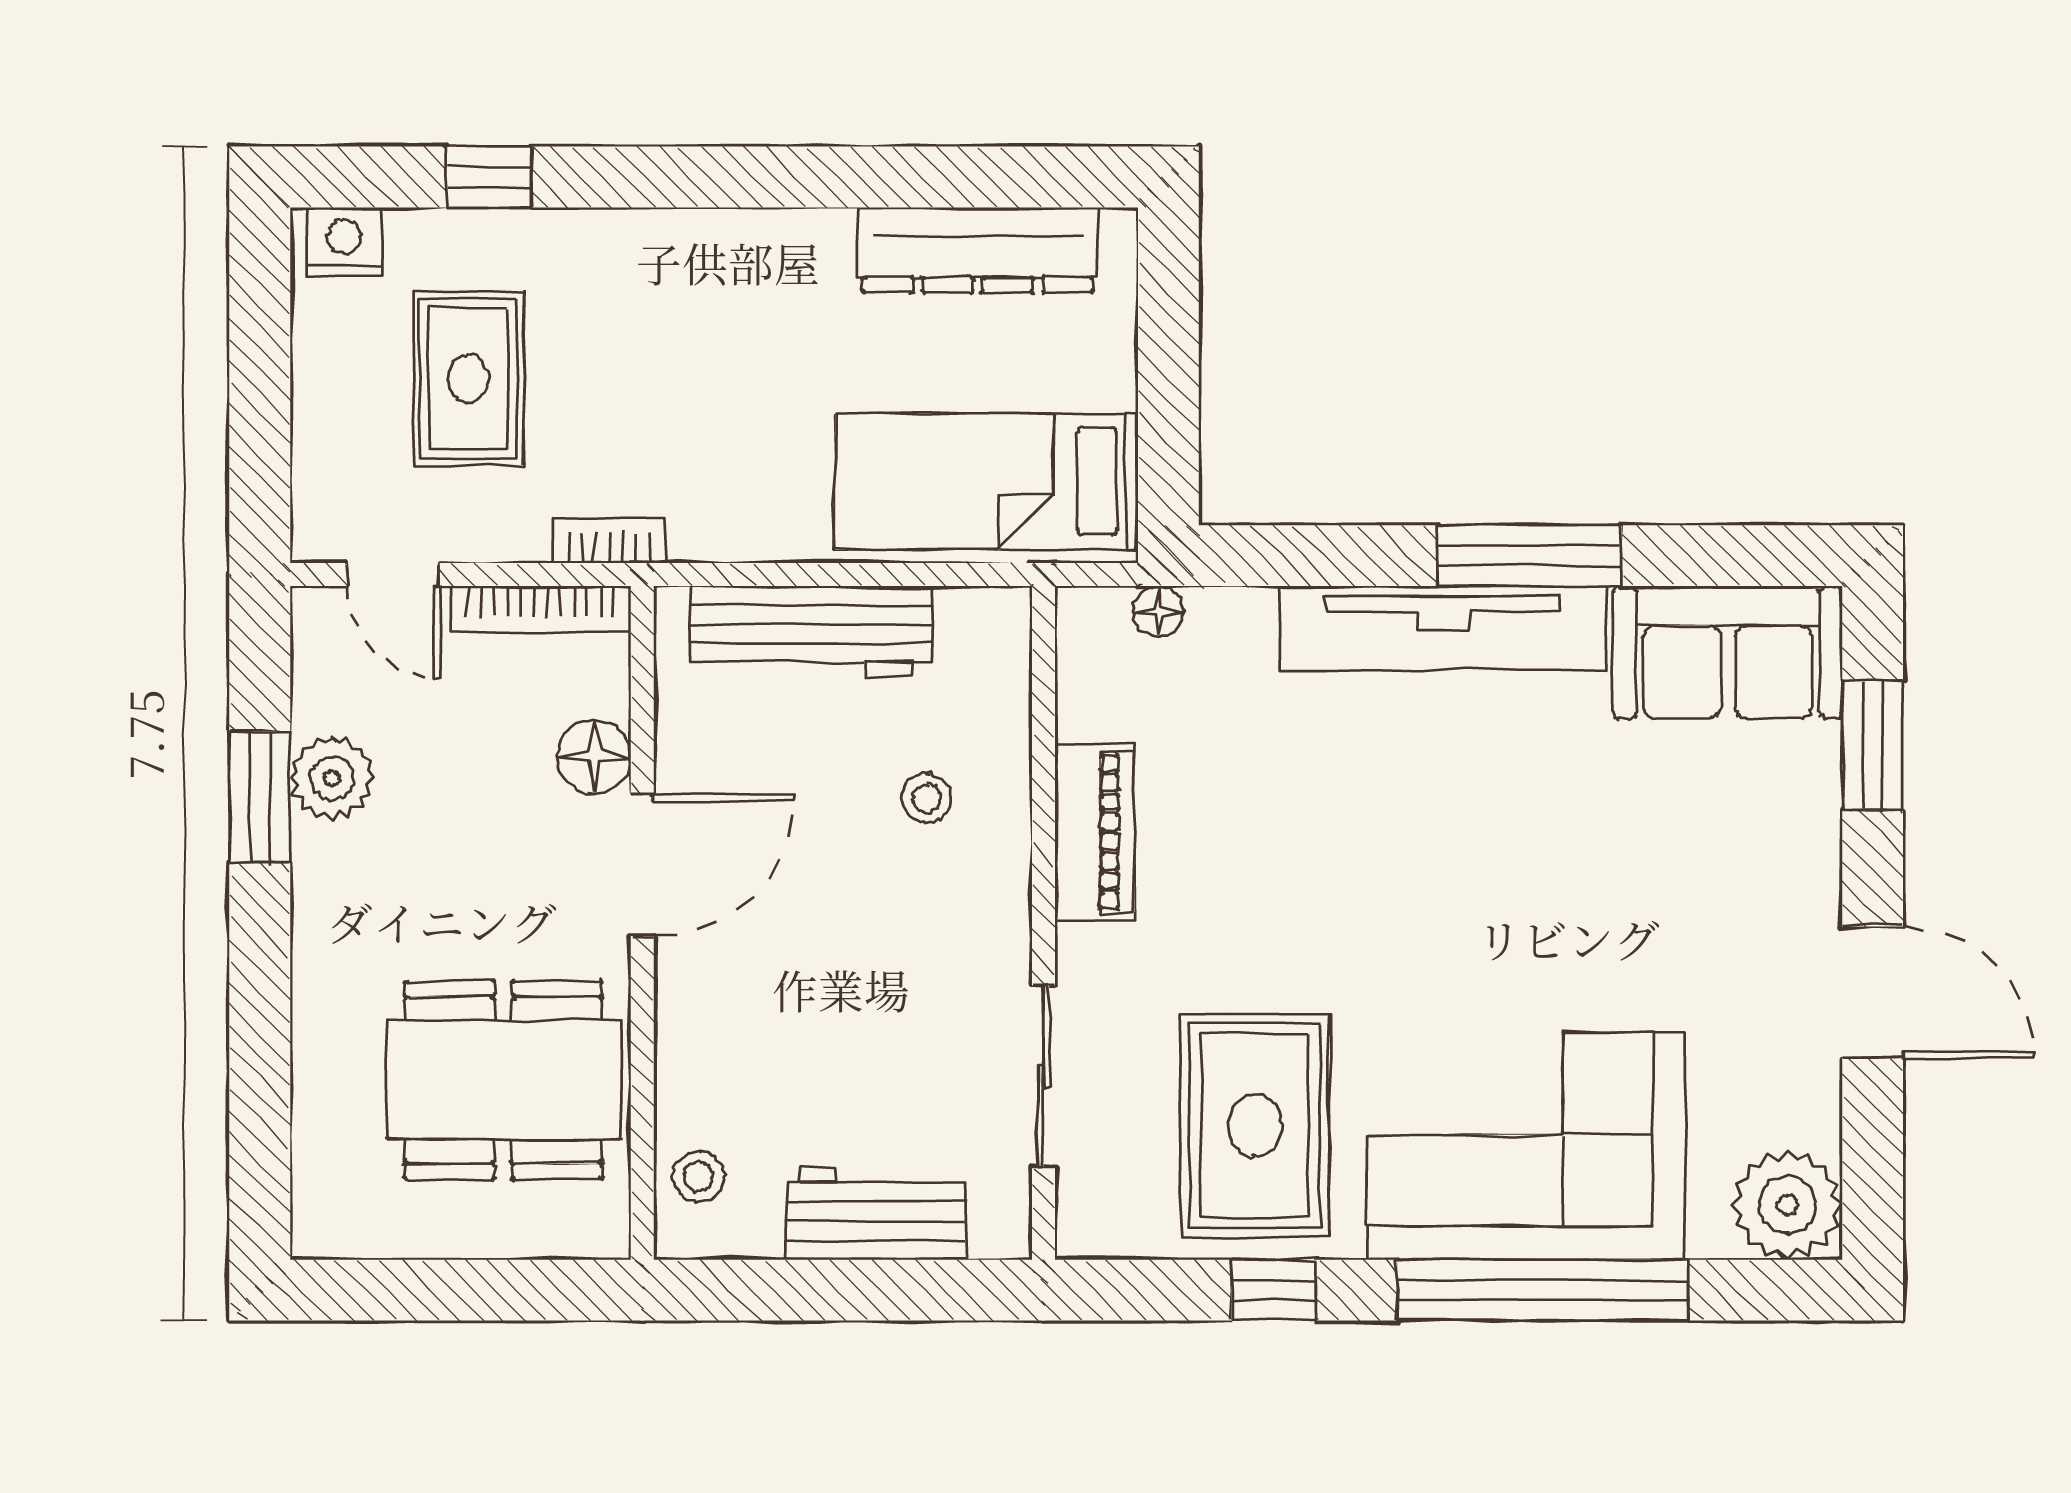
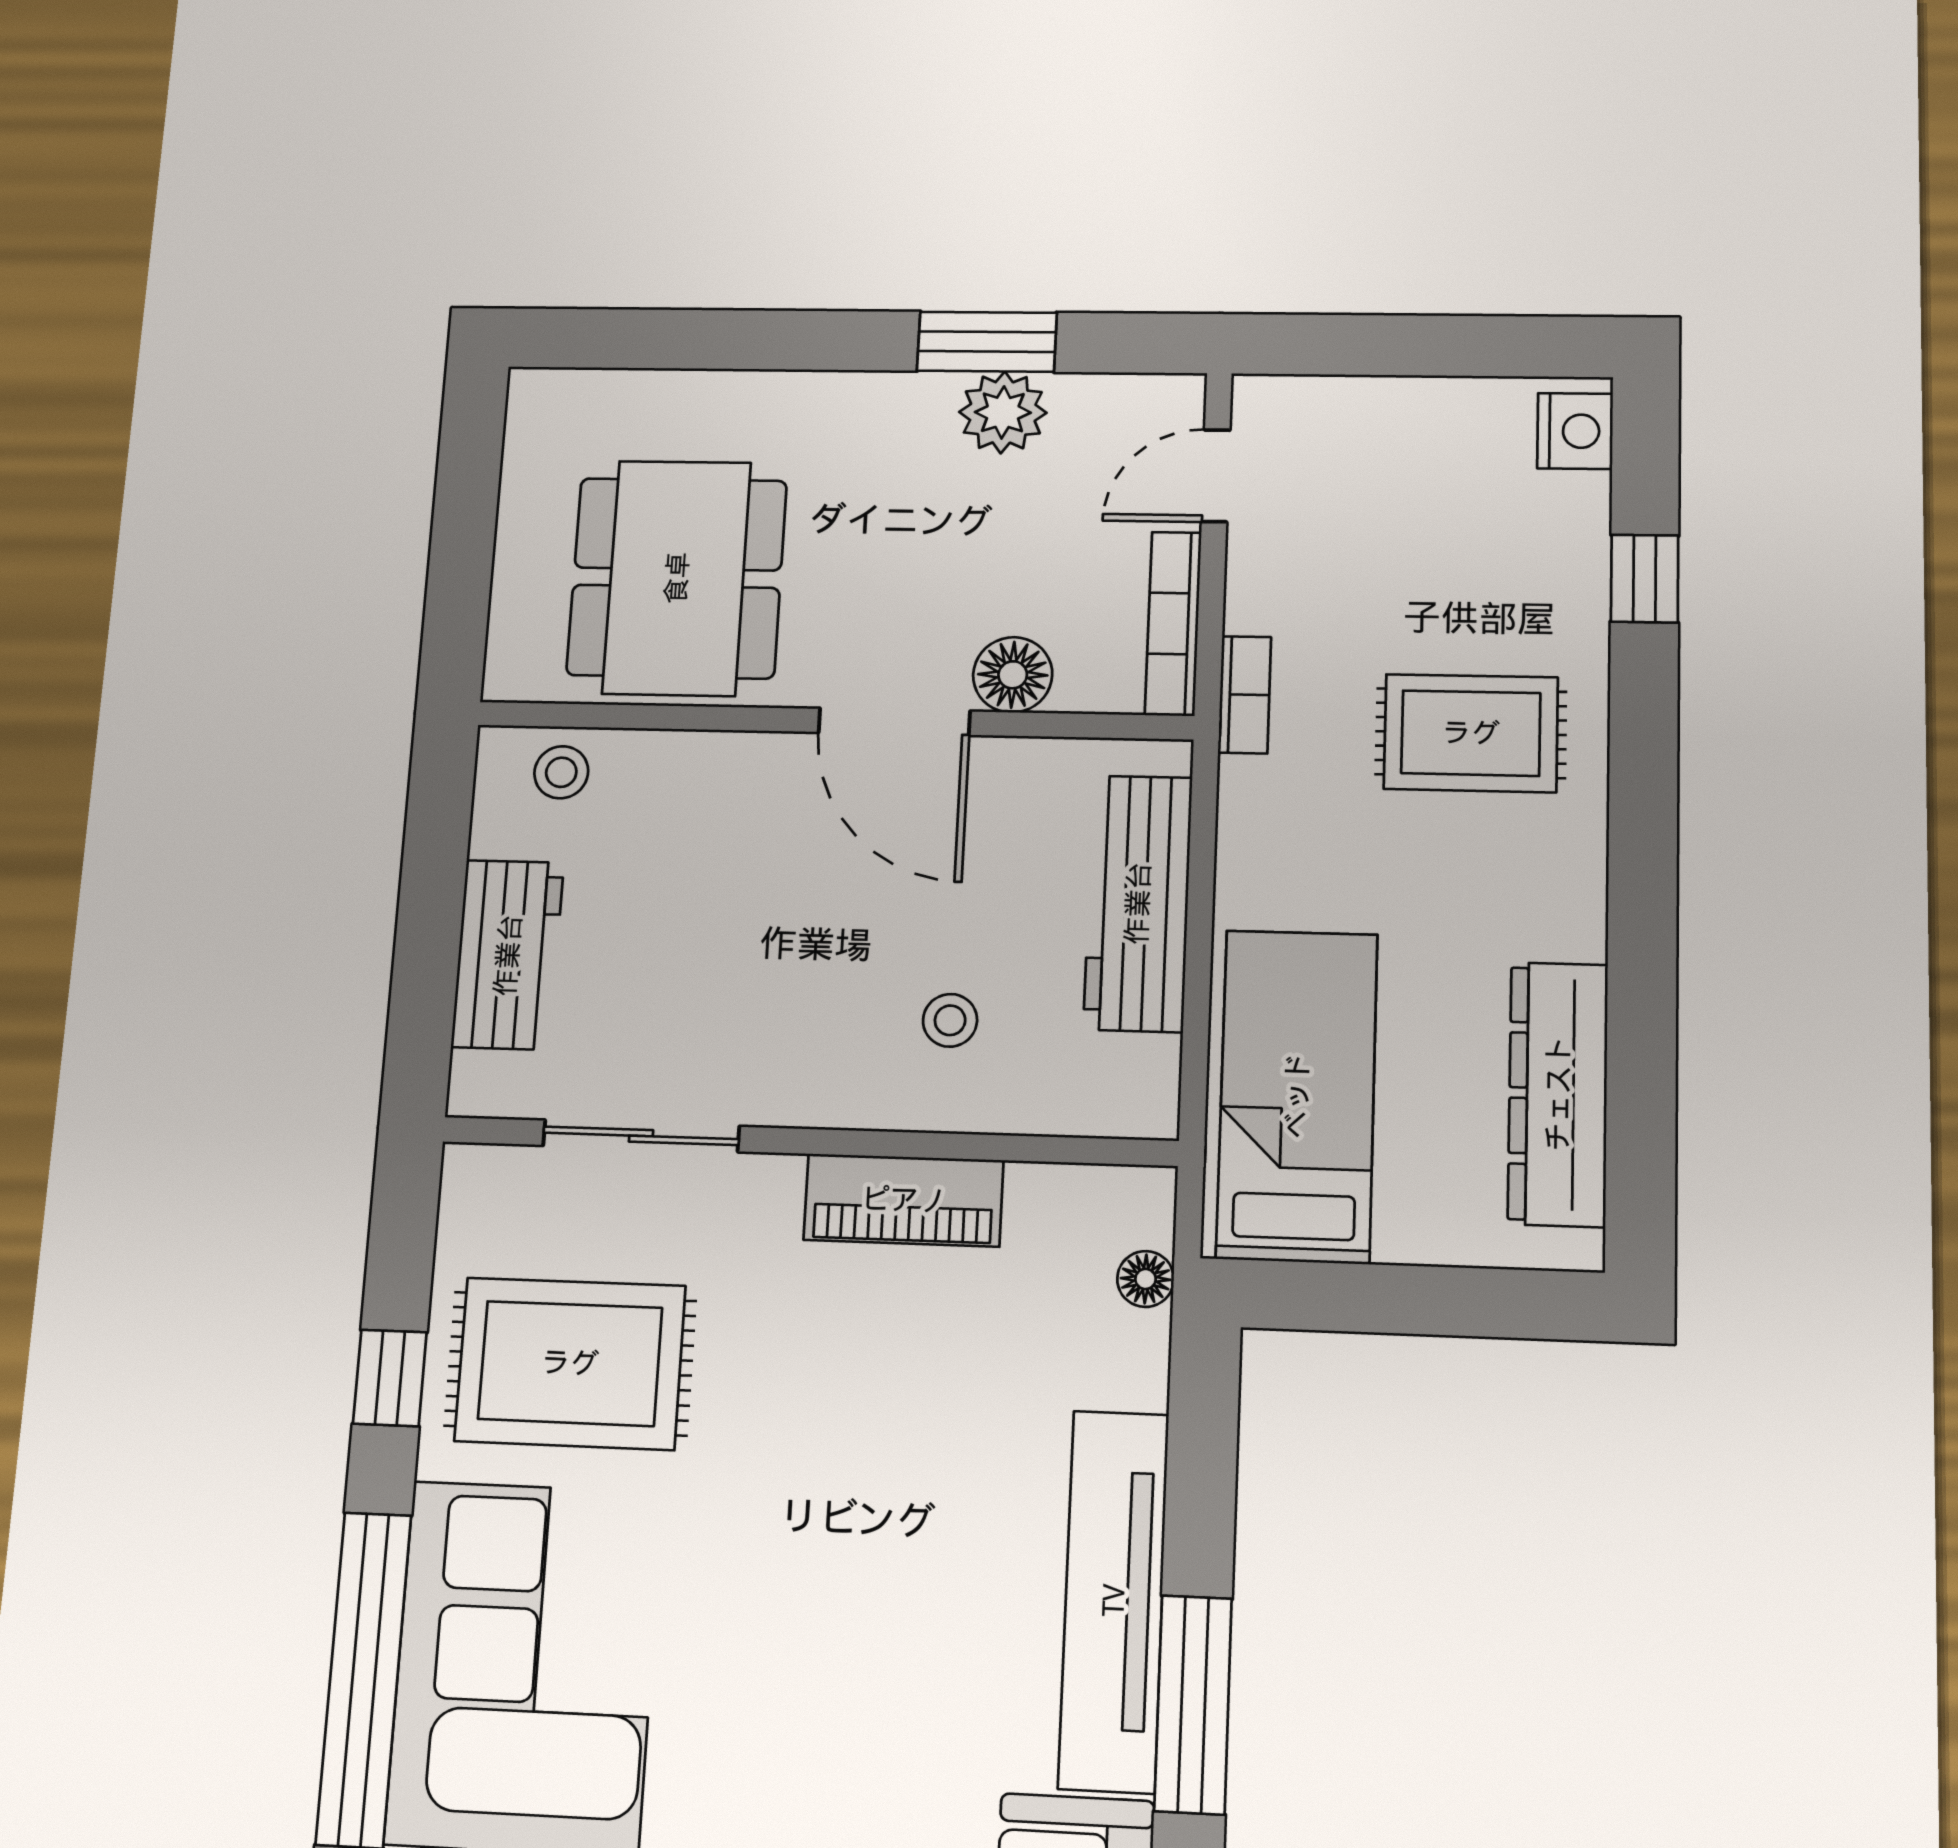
rug: (468, 378) -> (1471, 733), moved

